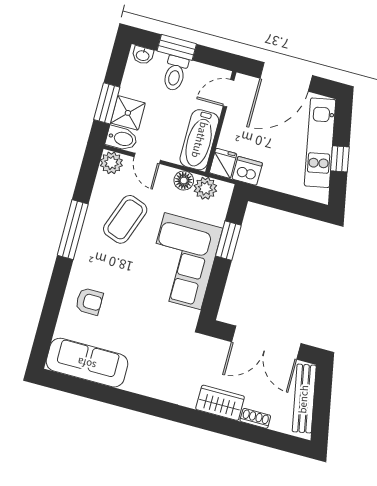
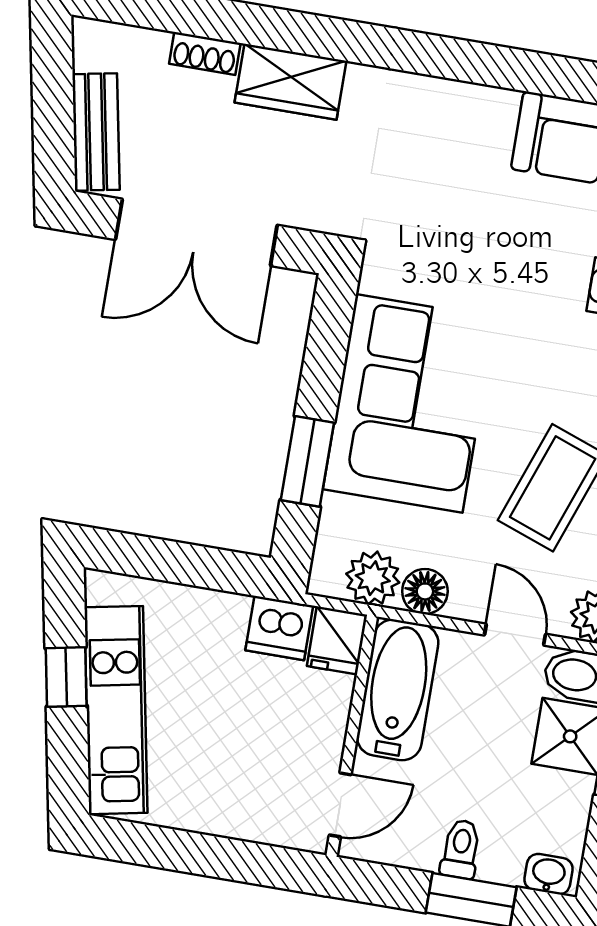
toilet: (175, 73) -> (461, 849), width x0.73, depth x0.72
door: (286, 77) -> (210, 856), removed
double door: (266, 343) -> (196, 232), swing flipped
bench: (304, 399) -> (96, 132), width x0.73

